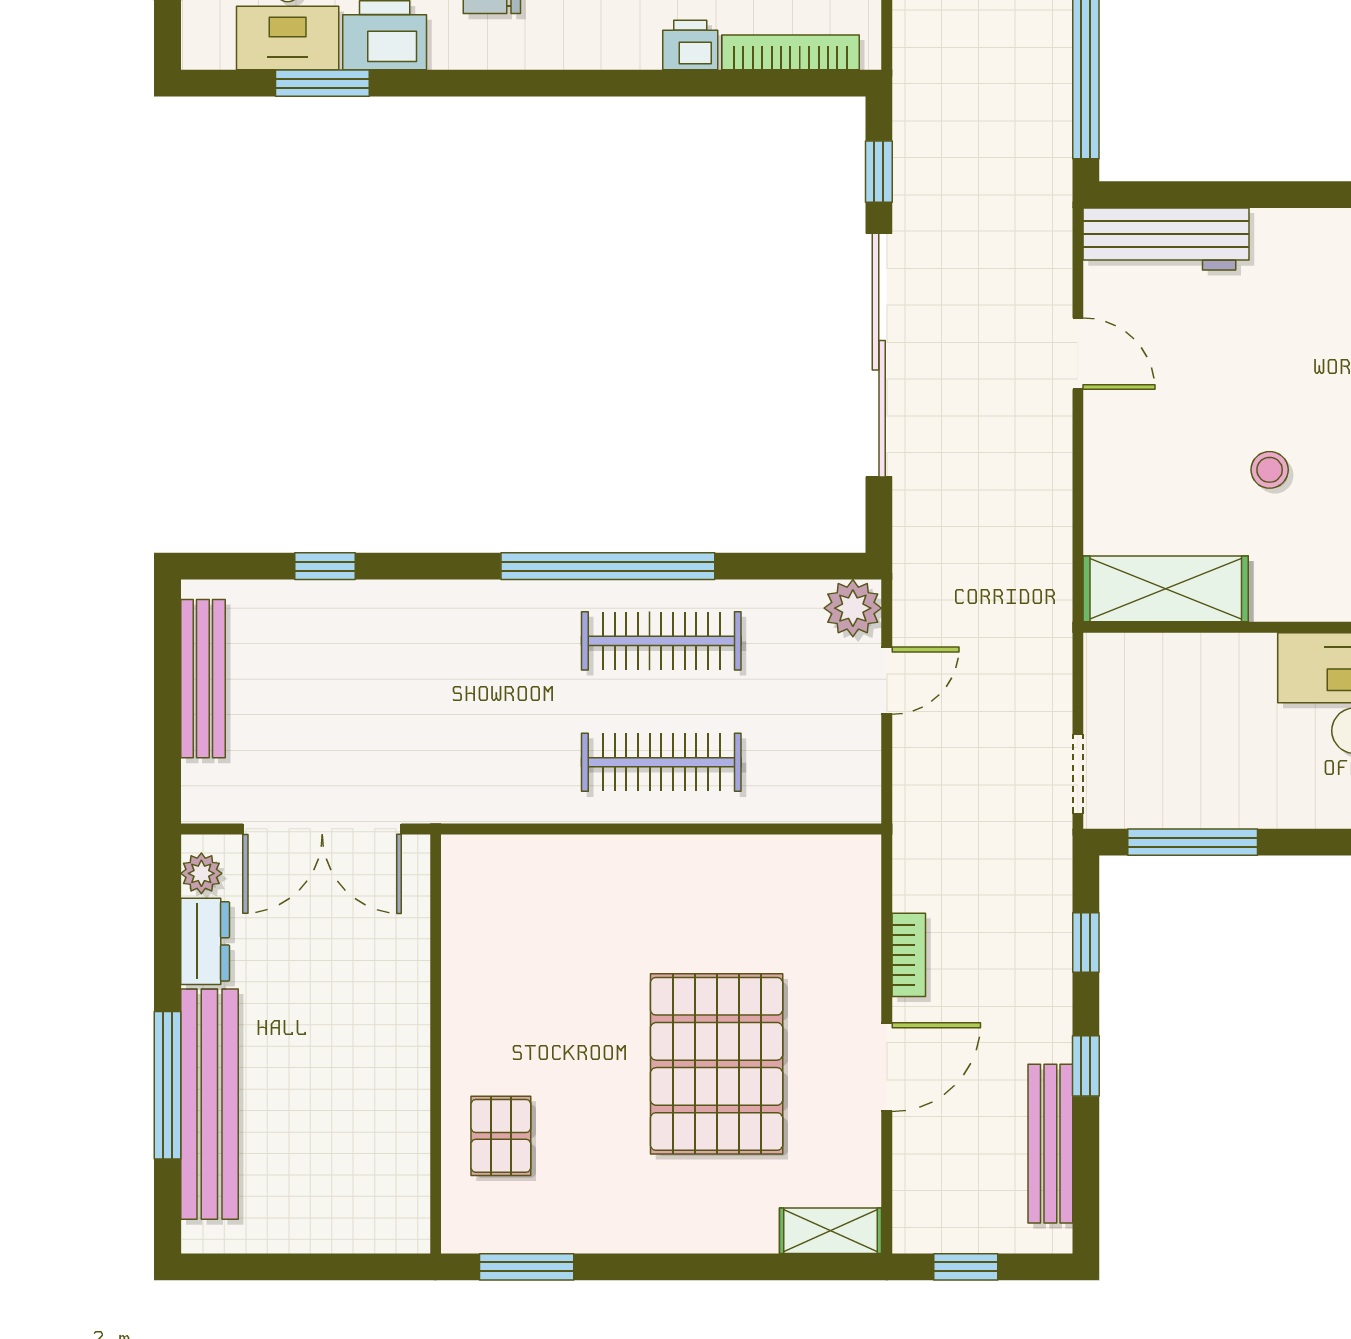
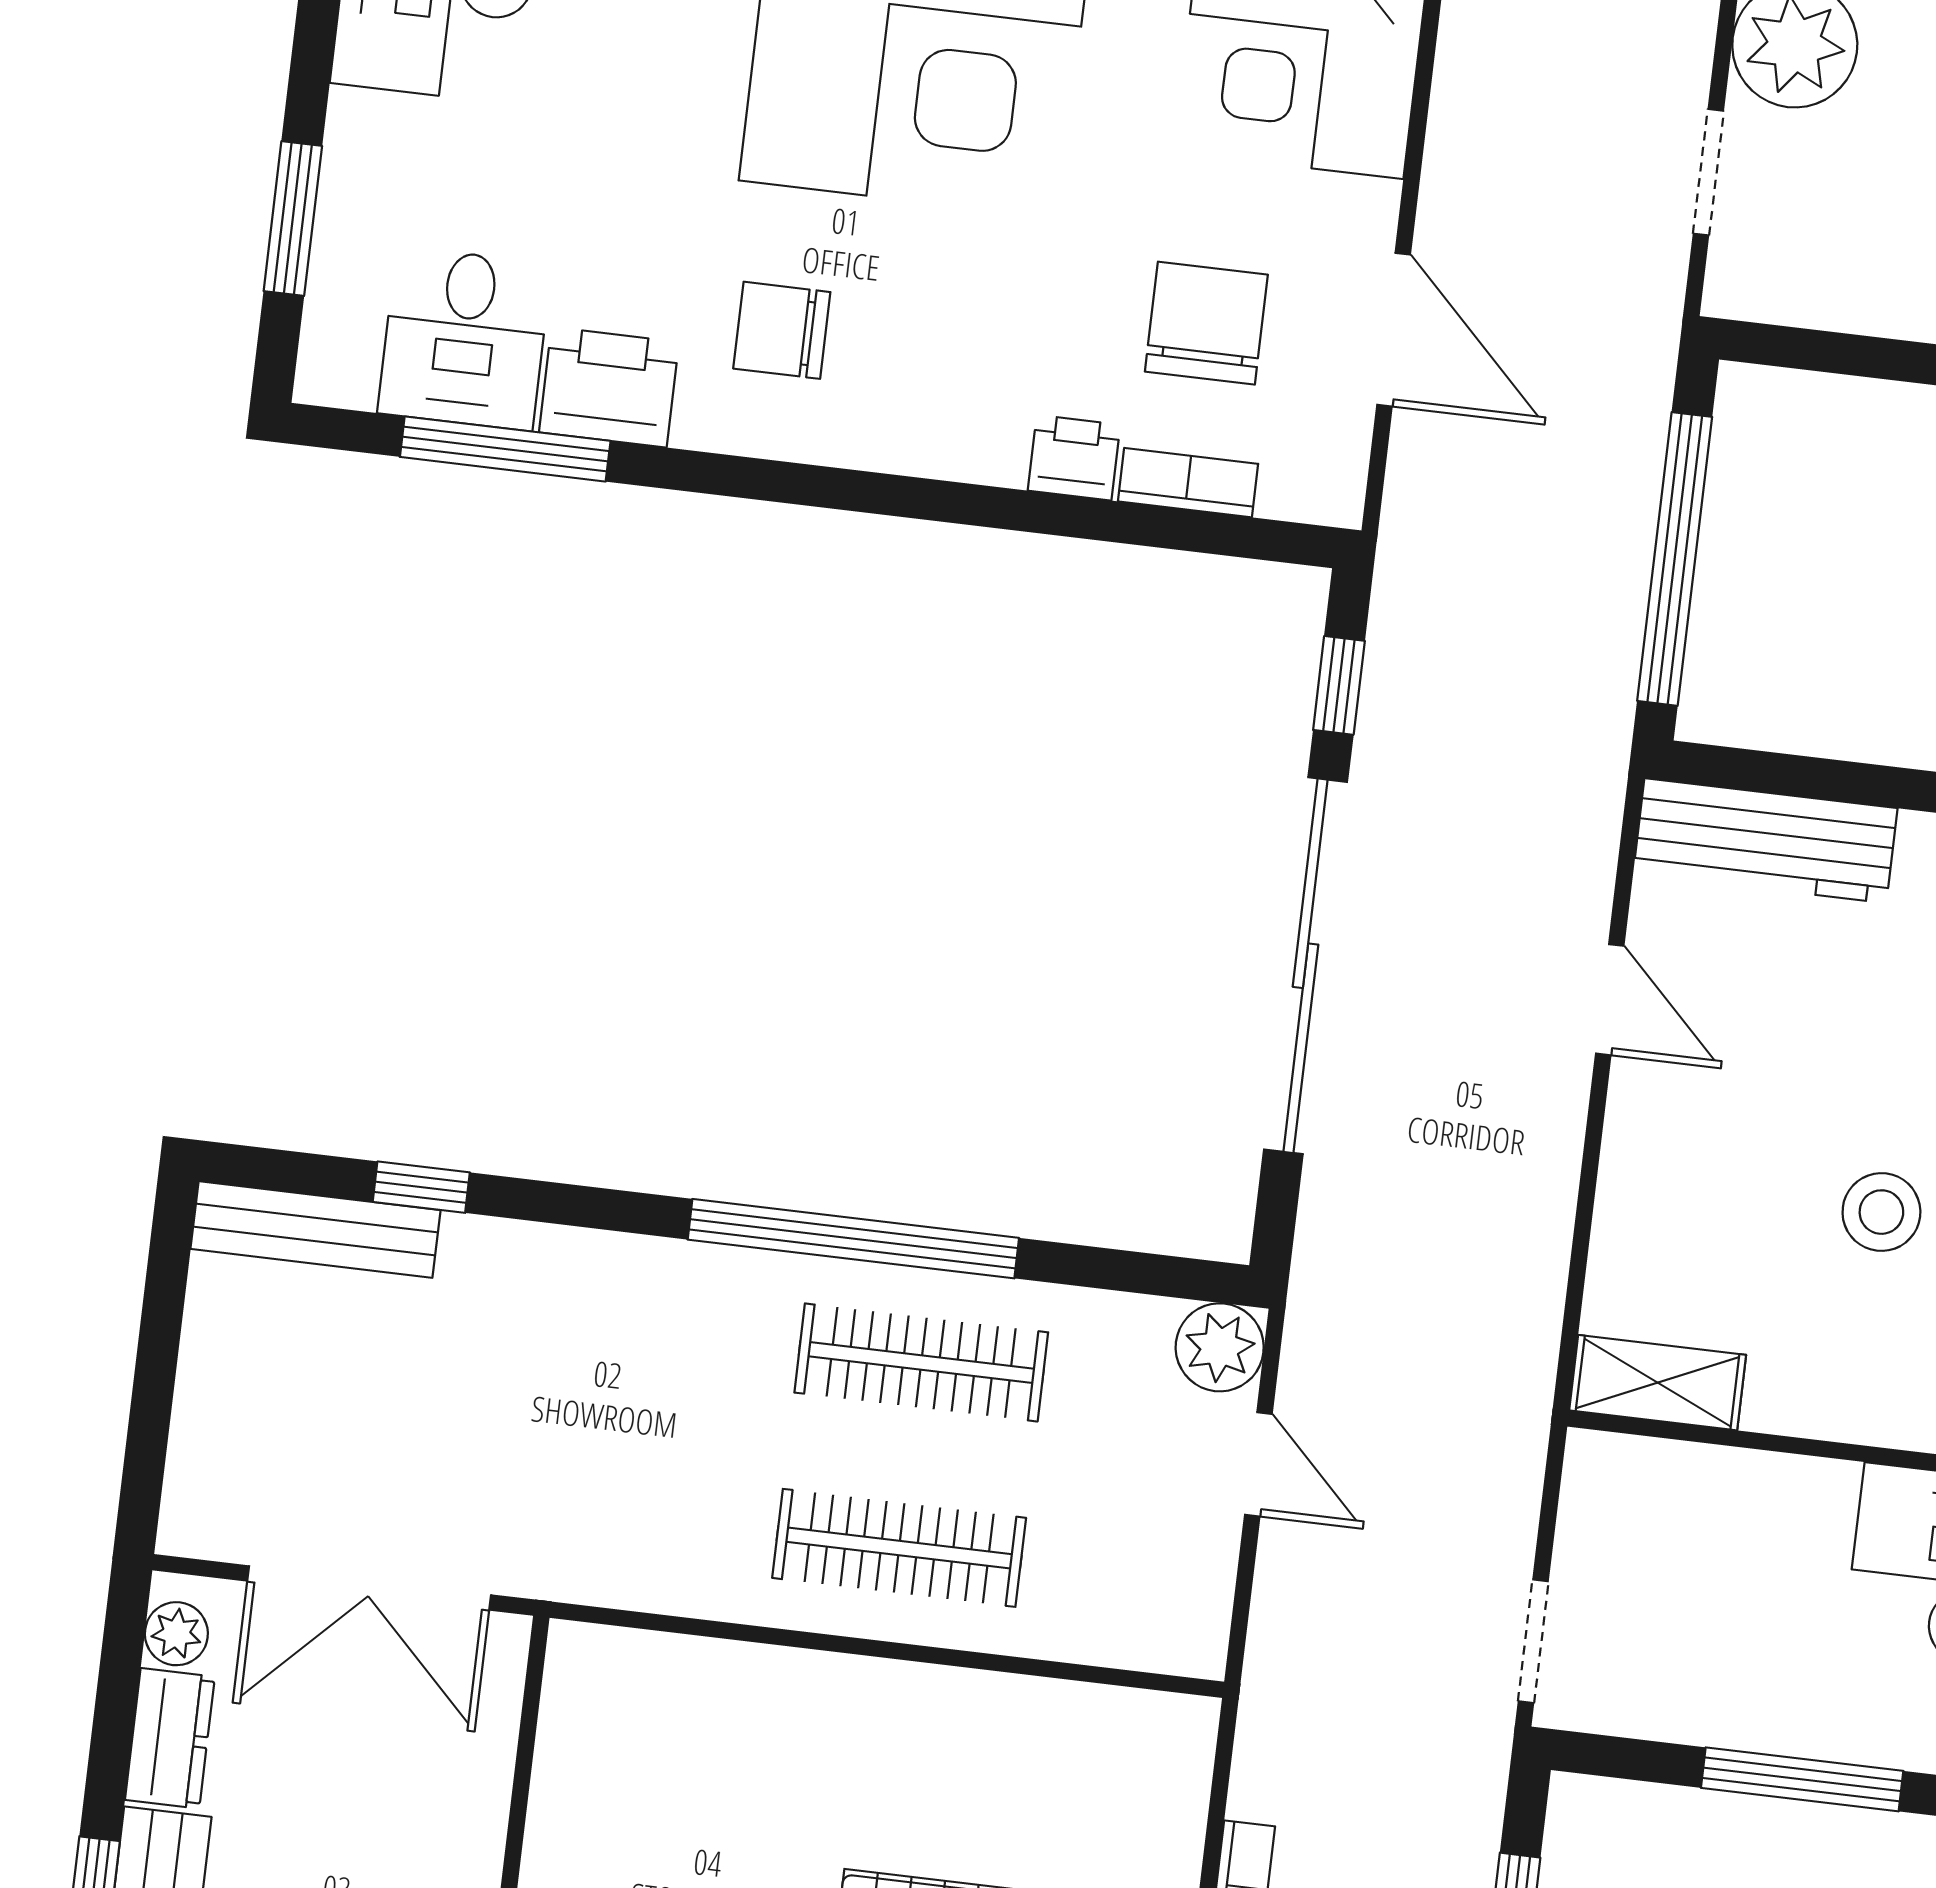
bookcase: (790, 52) -> (1188, 483), width x0.64
window: (322, 83) -> (505, 449), width x1.44
stool: (1270, 470) -> (1881, 1212), width x1.37, depth x1.37
shelving: (1166, 589) -> (1658, 1383), width x0.67, depth x0.75
bench: (203, 679) -> (316, 1230), moved, turned 90
door: (887, 681) -> (1258, 1464), hinge flipped
window: (1193, 842) -> (1802, 1779), moved

